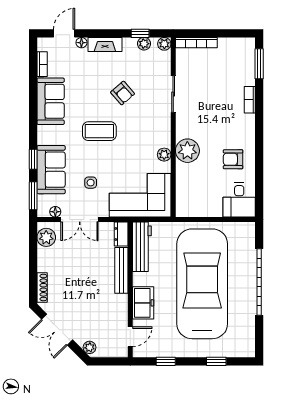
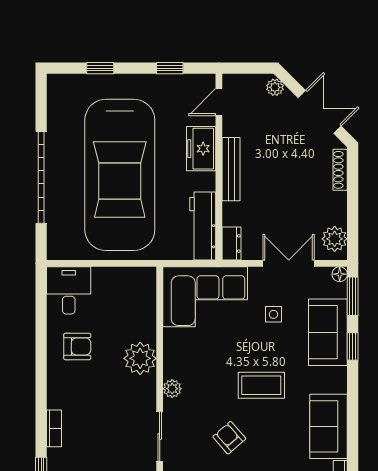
plant: (164, 155) -> (172, 389), moved
floor lamp: (55, 212) -> (340, 274), moved
bench: (121, 270) -> (231, 169), moved

